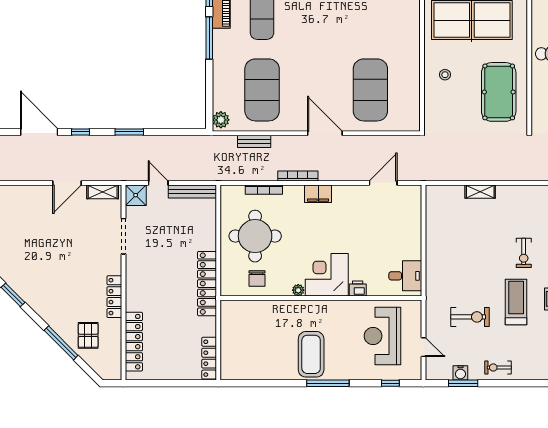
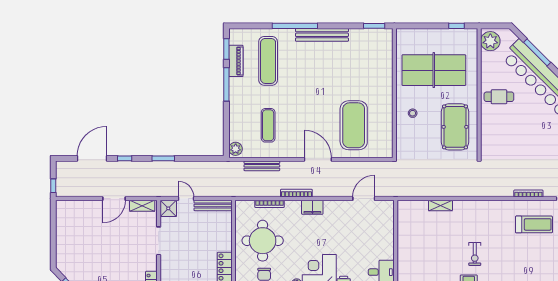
exercise mat: (262, 90) -> (268, 125), width x0.50, depth x0.69
door: (39, 132) -> (92, 158), hinge flipped
bench: (254, 141) -> (262, 166), width x1.36

